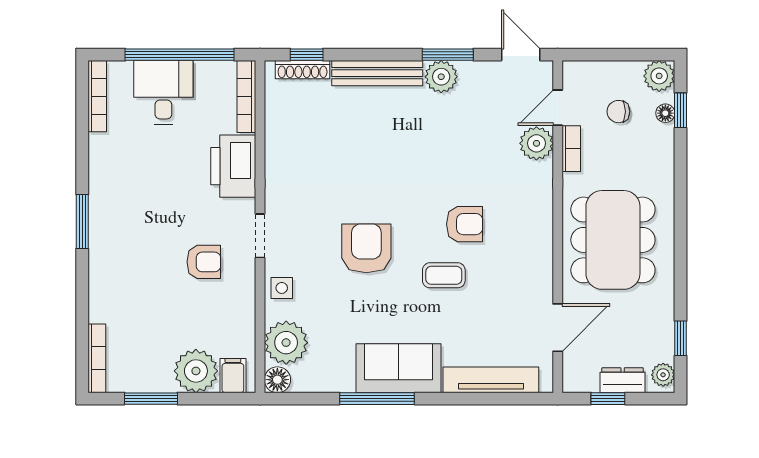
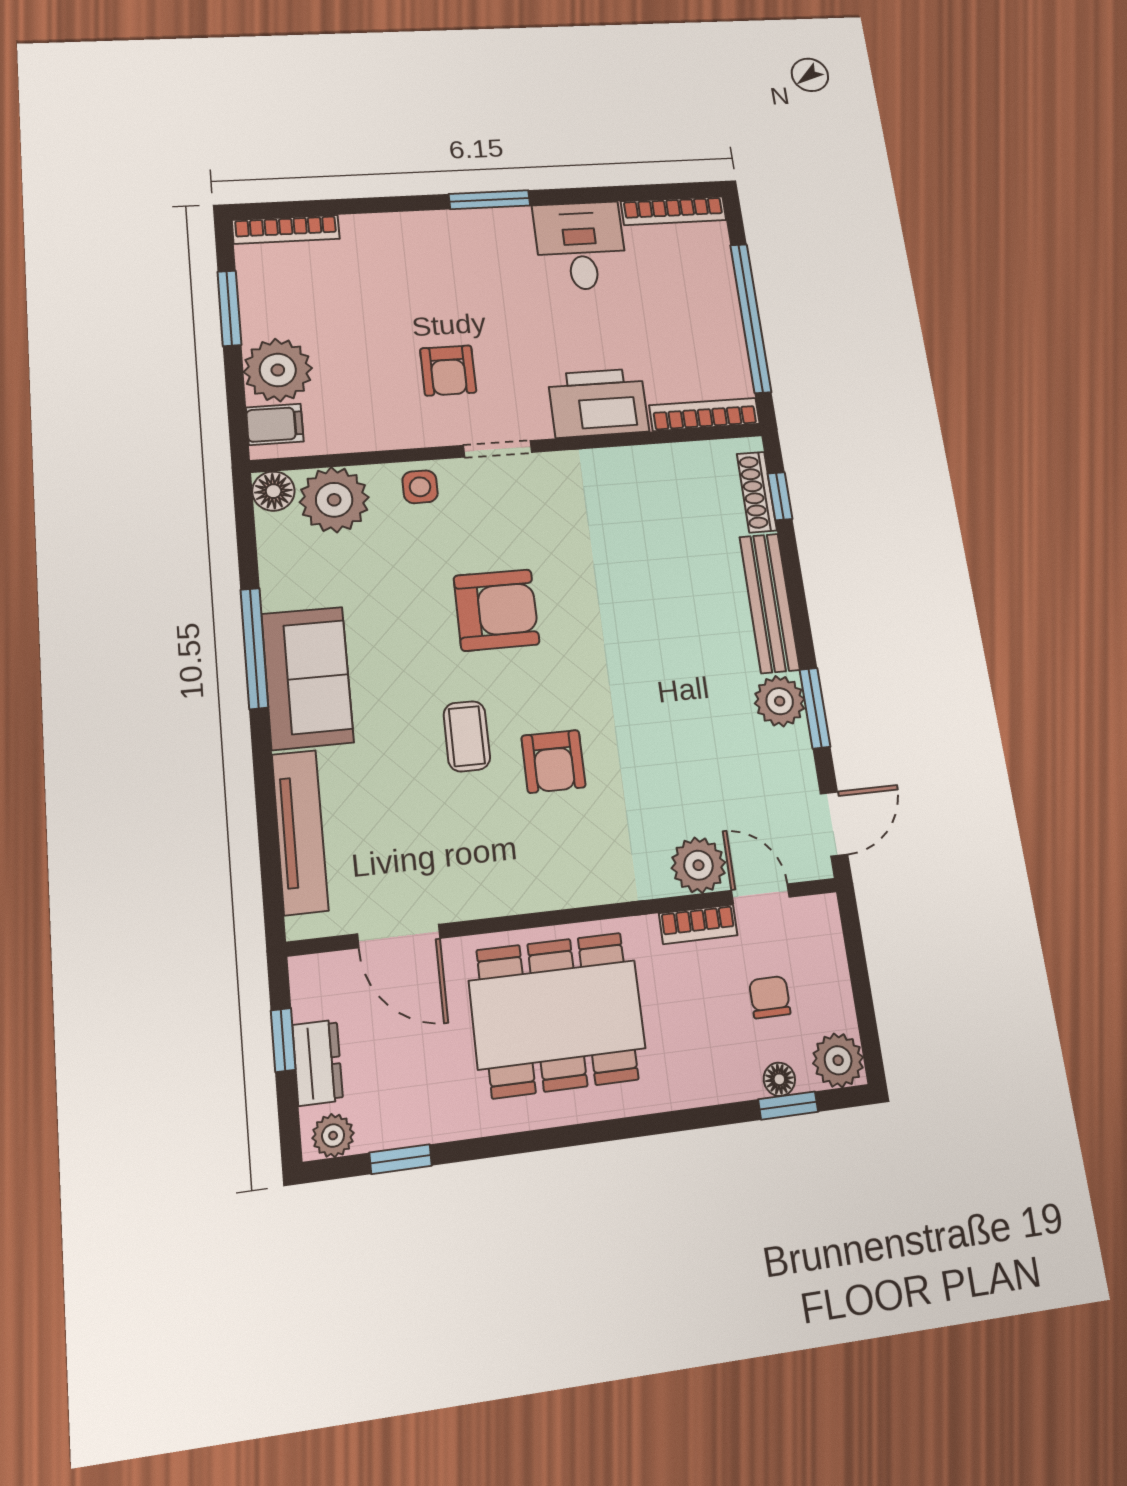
desk: (163, 92) -> (580, 246), moved, turned -90

